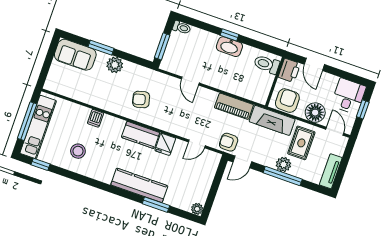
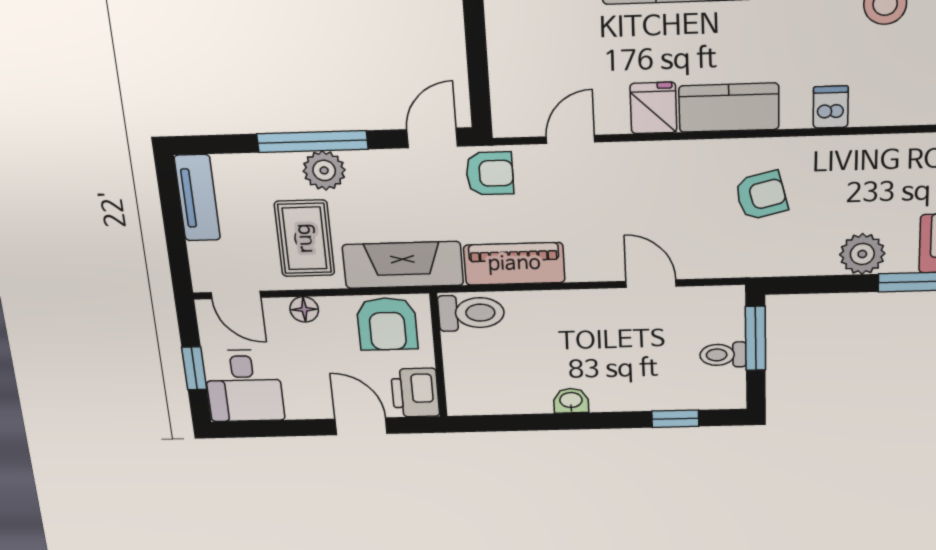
toilet: (182, 28) -> (723, 355), moved
window: (229, 35) -> (675, 419), moved
washbasin: (229, 47) -> (571, 401), width x0.52, depth x0.69
toilet: (267, 64) -> (471, 313), moved
floor lamp: (315, 113) -> (304, 309), width x0.53, depth x0.53
dishwasher: (96, 118) -> (831, 107), moved

